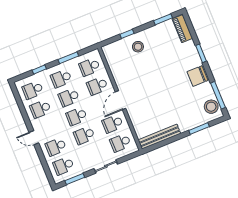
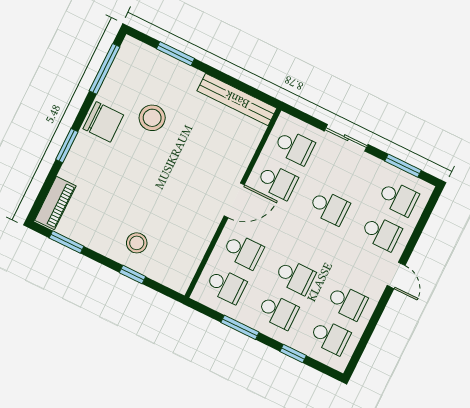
stool: (211, 107) -> (152, 118), moved
school desk: (77, 116) -> (312, 242), removed

